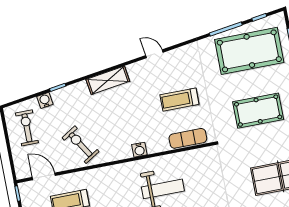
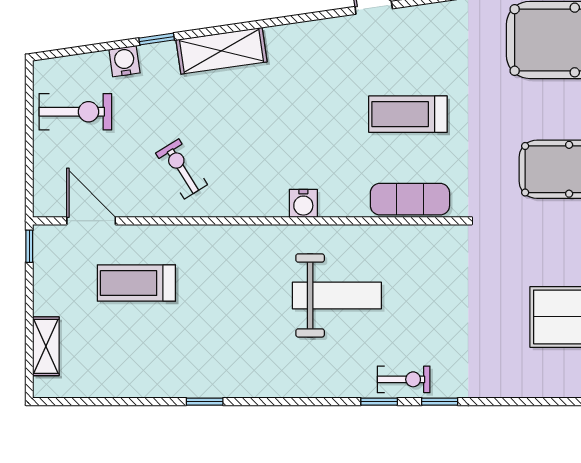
shelving: (108, 80) -> (221, 51), moved
exercise bike: (27, 128) -> (75, 112), turned 90
exercise bike: (81, 145) -> (182, 169), width x0.73, depth x0.72

